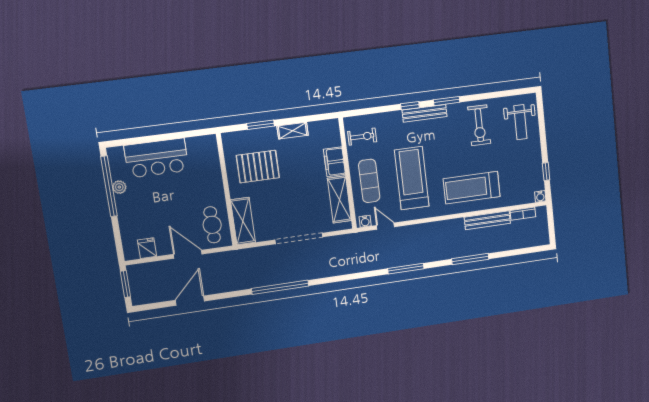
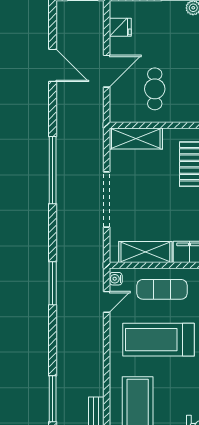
treadmill: (412, 178) -> (158, 340), turned 180
cafe table: (212, 225) -> (155, 89), moved, turned 90
window: (406, 269) -> (53, 283), moved

